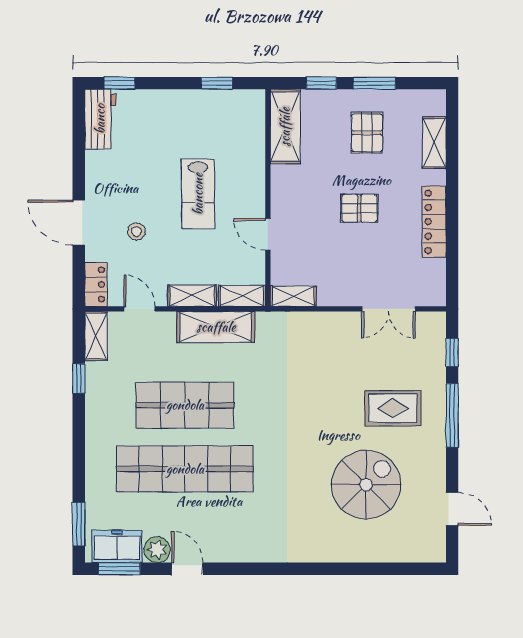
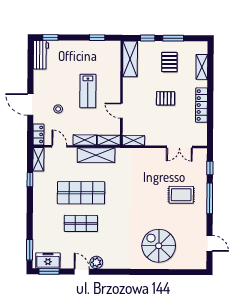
shop shelf: (185, 469) -> (81, 223), width x0.50, depth x0.74
spiral stairs: (366, 485) -> (159, 246), moved, turned -90
plant: (157, 550) -> (96, 262), moved

